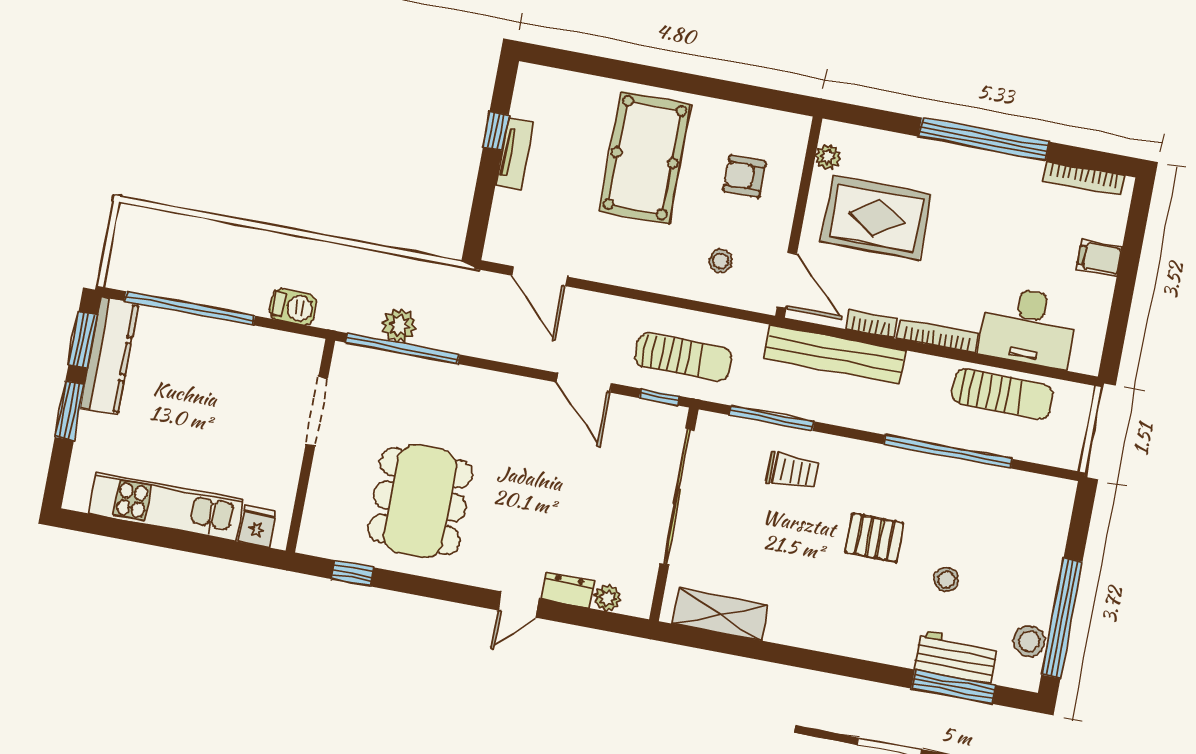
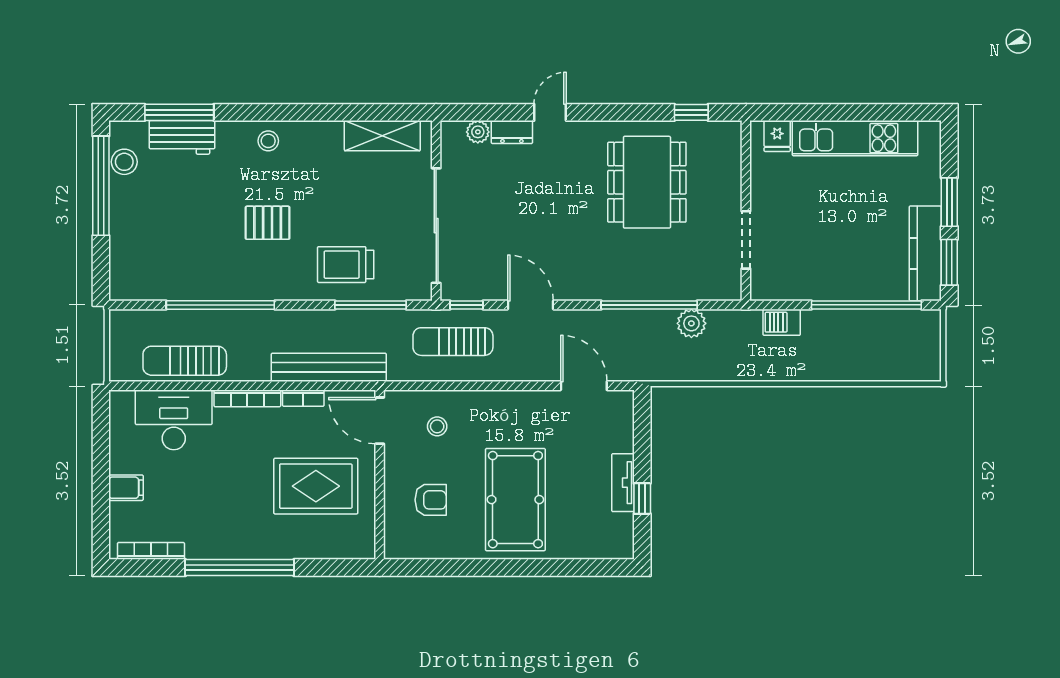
plant: (828, 157) -> (365, 529), removed
window: (403, 349) -> (649, 305), moved
trolley: (792, 471) -> (346, 265), width x1.36, depth x1.39
stool: (946, 579) -> (268, 141), moved

